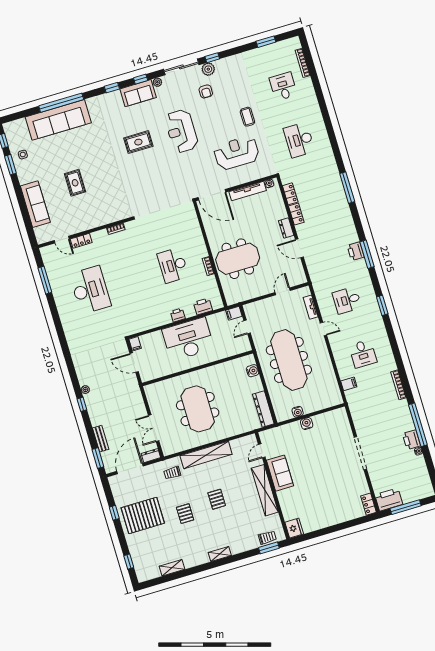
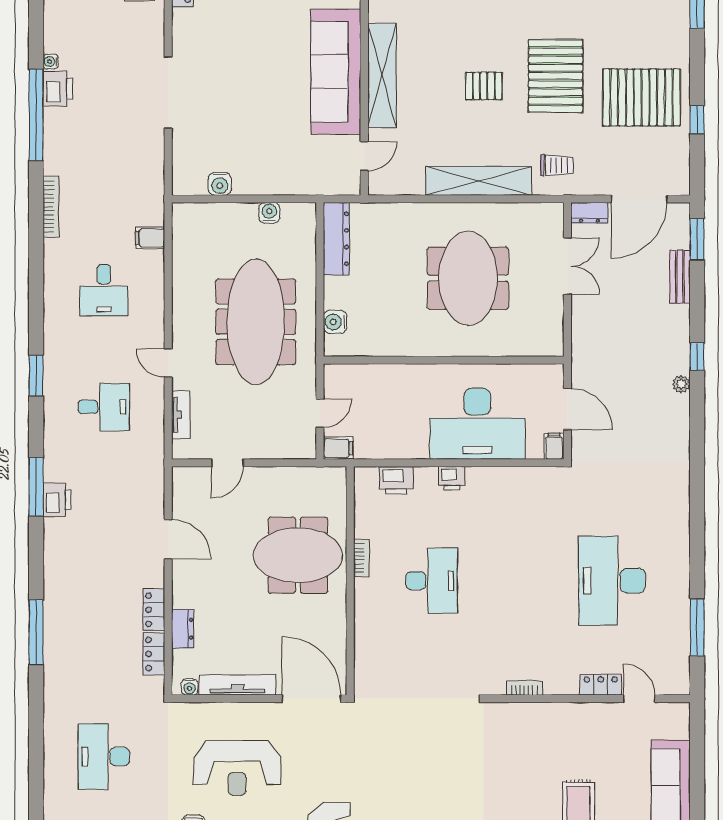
desk: (299, 140) -> (104, 757), turned 180
dresser: (286, 228) -> (183, 629), moved
desk: (188, 339) -> (477, 424), moved
desk: (363, 354) -> (104, 290), turned 180
water cooler: (307, 424) -> (220, 184), moved
sofa: (280, 473) -> (336, 72), width x1.85, depth x1.27
pallet: (217, 499) -> (484, 86), turned 90
pallet: (185, 514) -> (556, 76), width x2.05, depth x2.00

